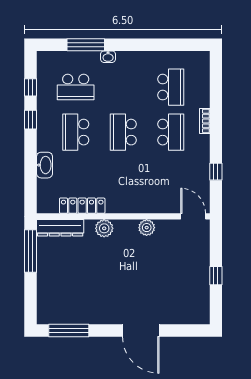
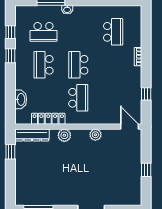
school desk: (171, 132) -> (78, 98), moved
washbasin: (45, 165) -> (21, 99), moved
window: (30, 251) -> (10, 152), width x0.46

